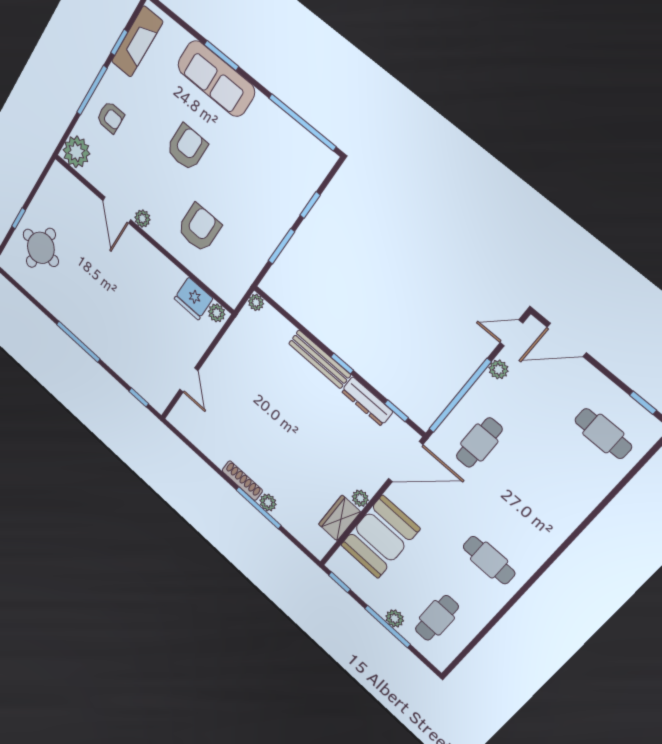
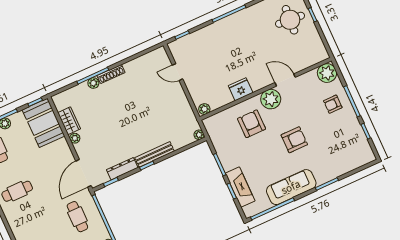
fireplace: (137, 42) -> (240, 187), moved, turned 180
sofa: (216, 78) -> (291, 187), moved
armchair: (187, 147) -> (294, 140), turned -90
plant: (142, 219) -> (271, 99), width x1.87, depth x1.87
armchair: (199, 228) -> (252, 124), turned 180
fridge: (193, 299) -> (241, 89), moved
booth: (380, 537) -> (43, 123), moved

